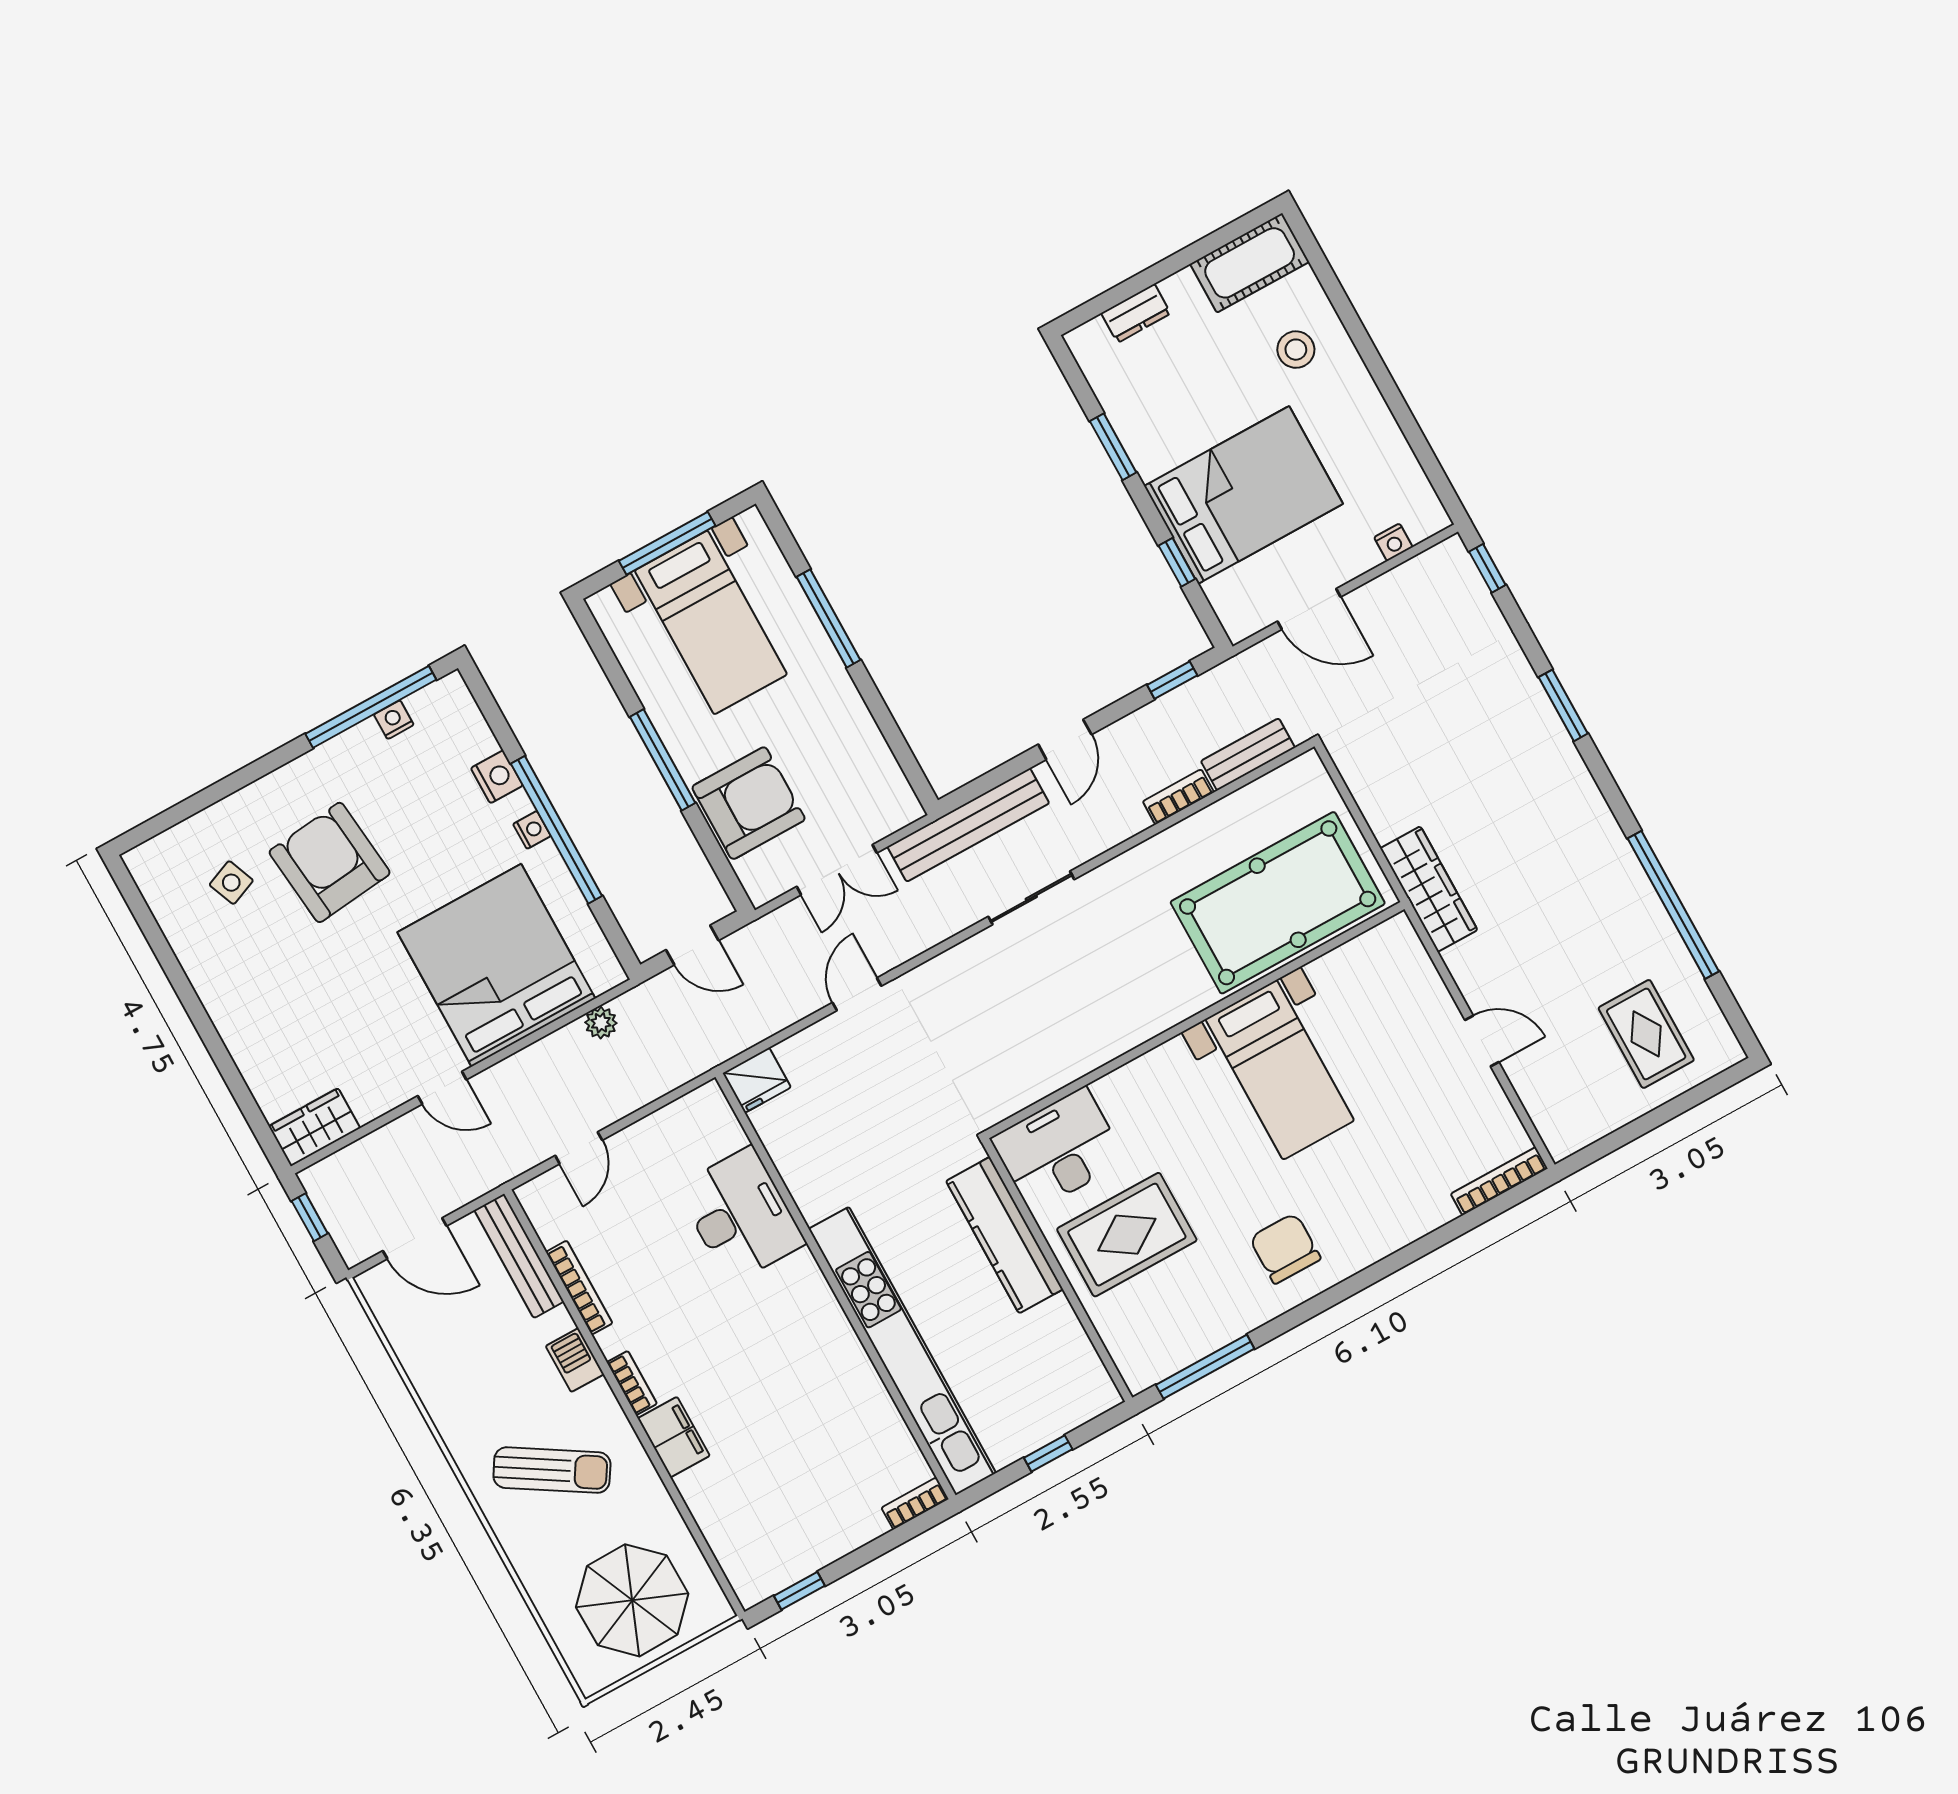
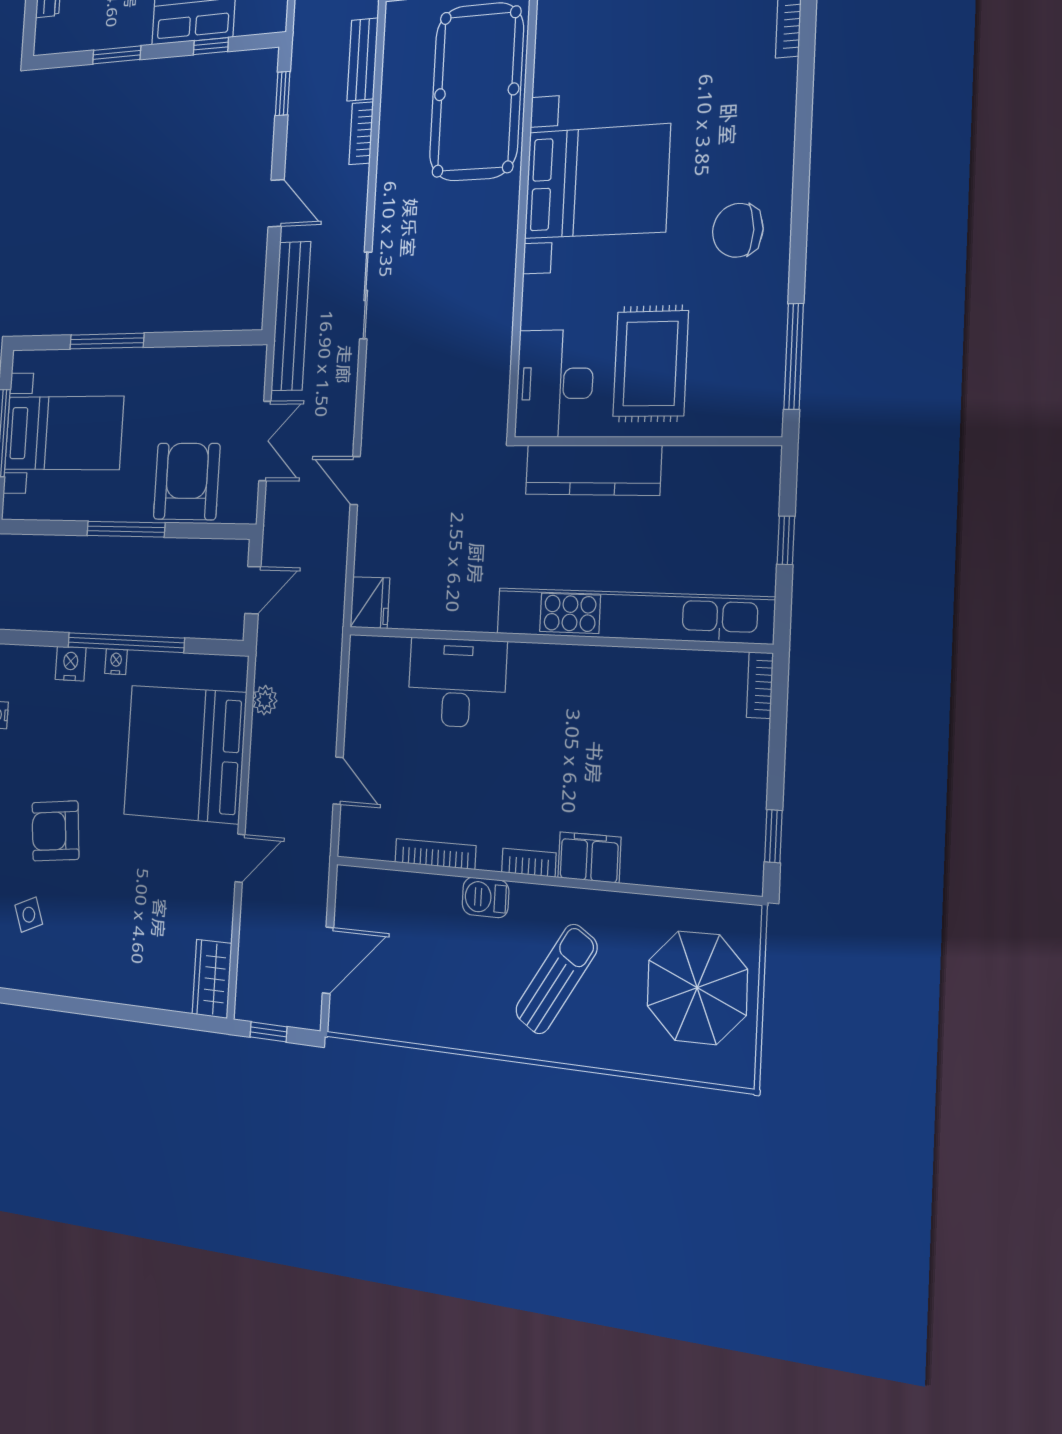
armchair: (330, 862) -> (55, 831), width x0.73, depth x0.73
bed with nightstands: (1280, 1070) -> (597, 182), width x1.36
bench: (519, 1256) -> (386, 886), removed

